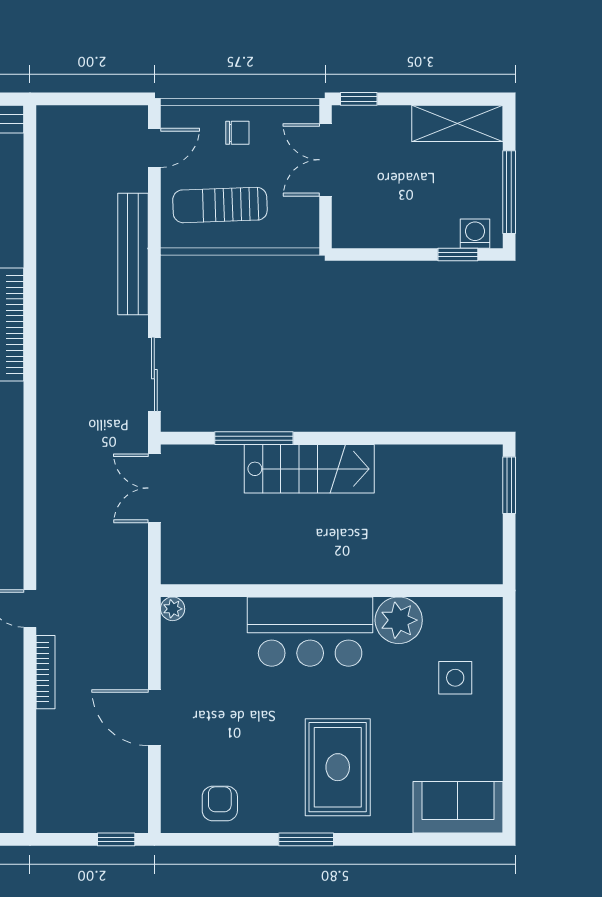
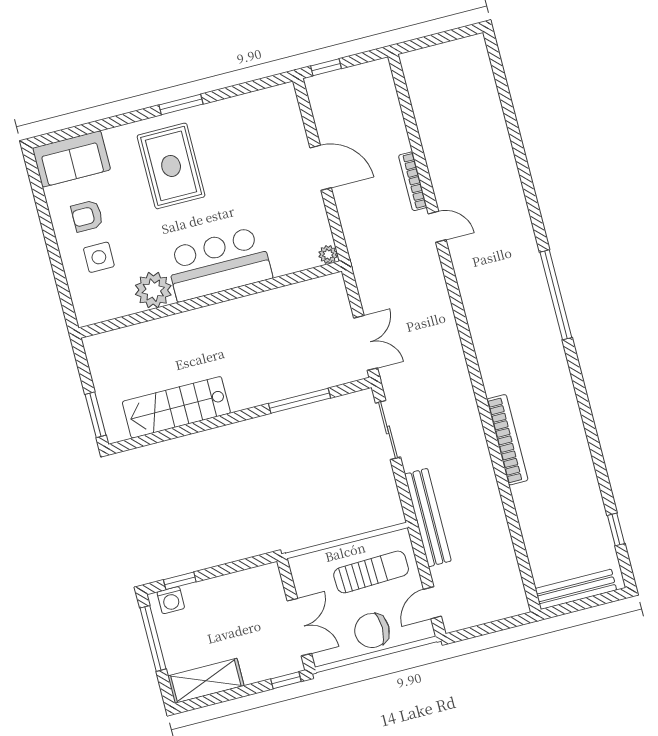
chair: (237, 133) -> (372, 631), width x1.87, depth x1.87
stairs: (309, 469) -> (176, 407), moved
armchair: (220, 803) -> (87, 216), moved, turned 90

